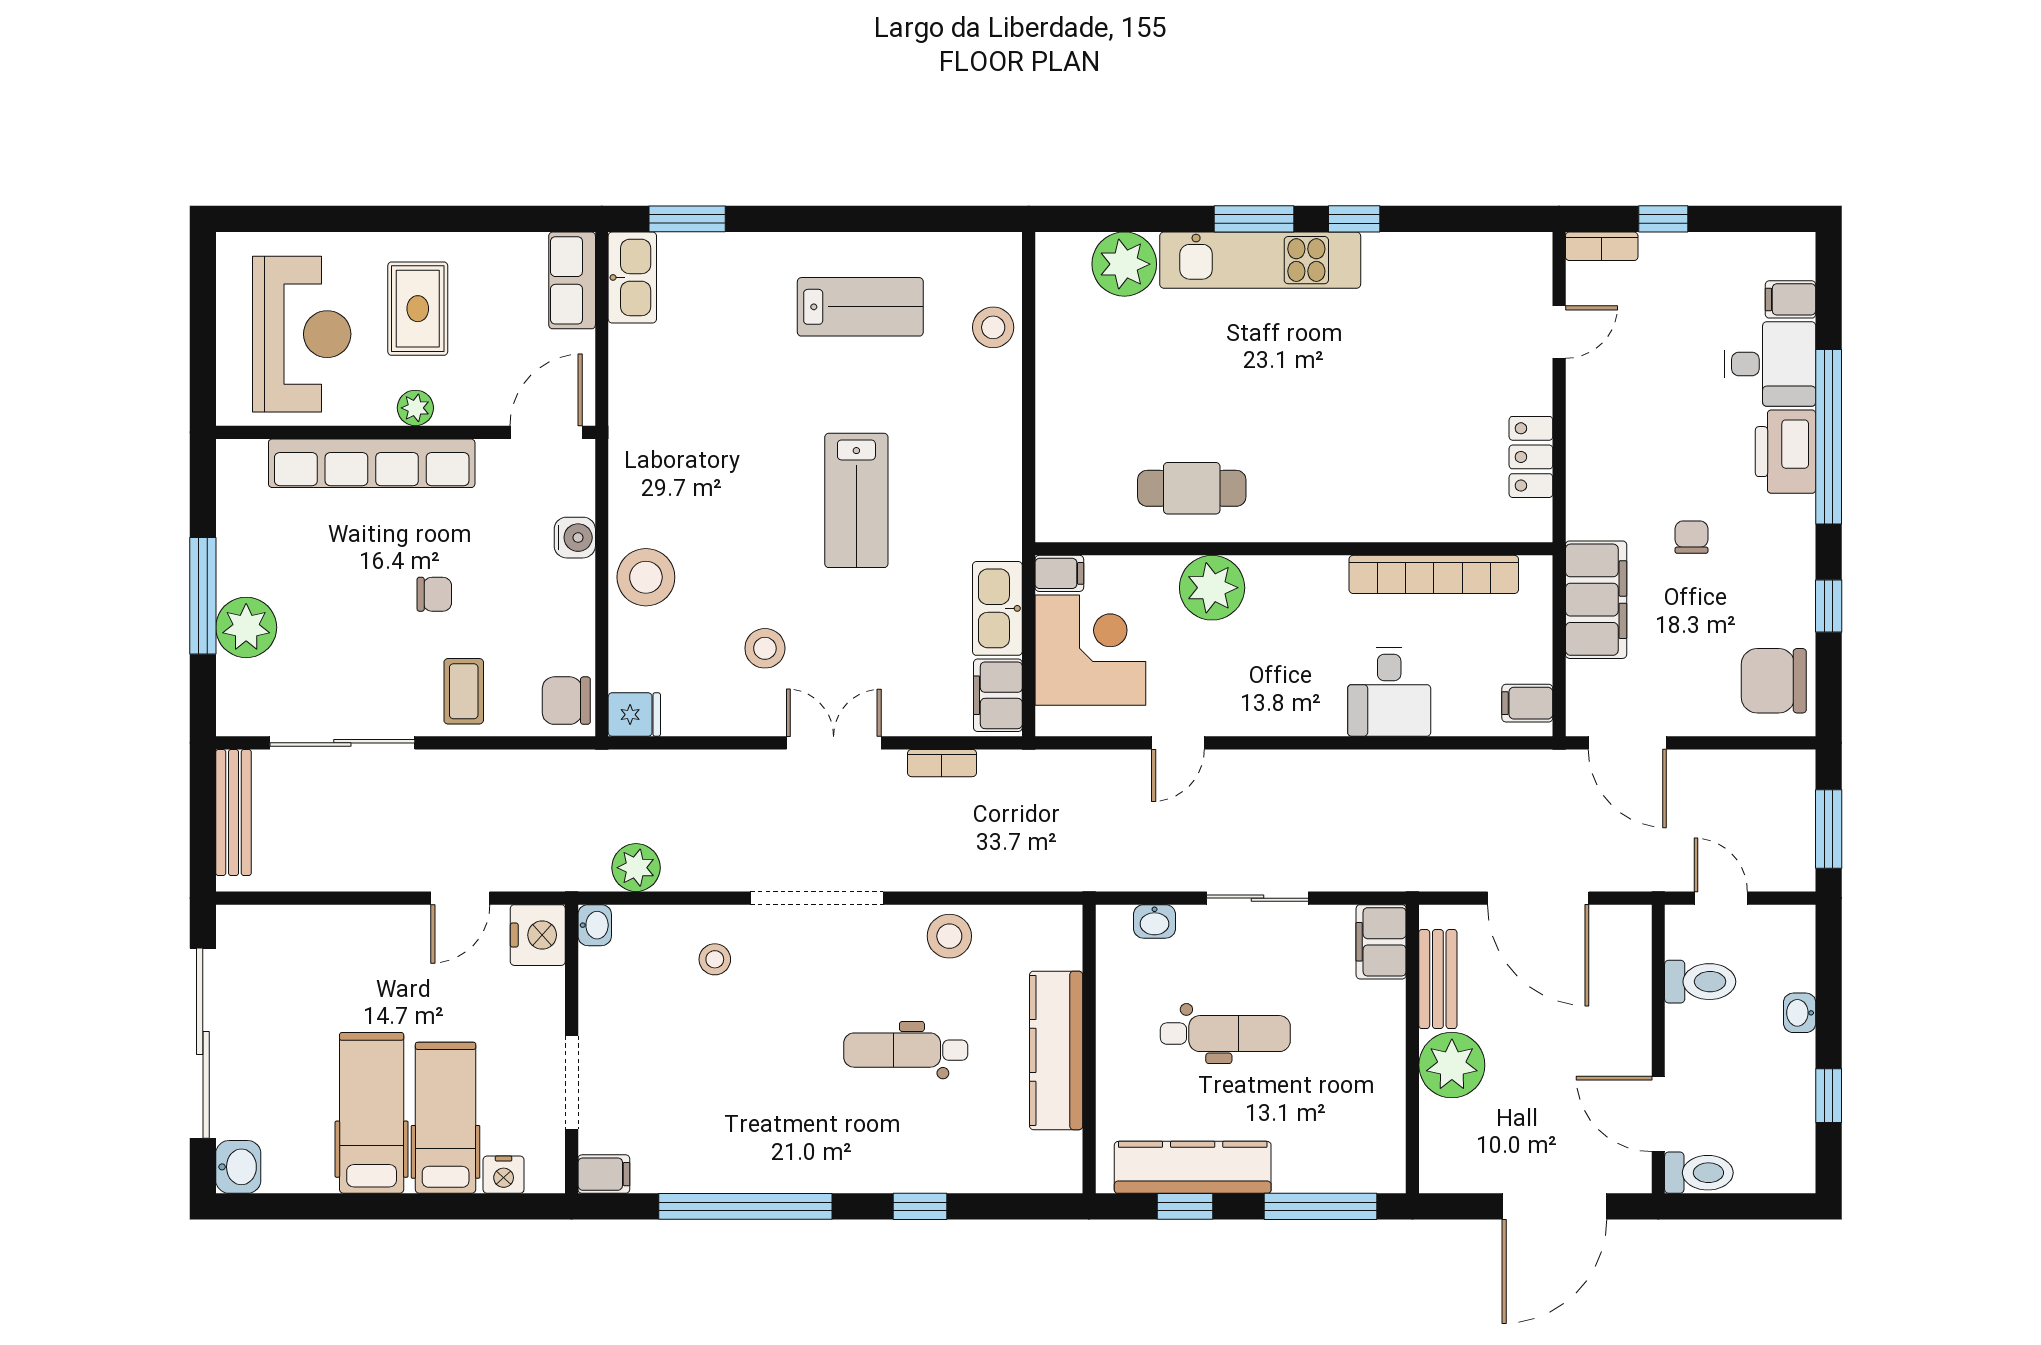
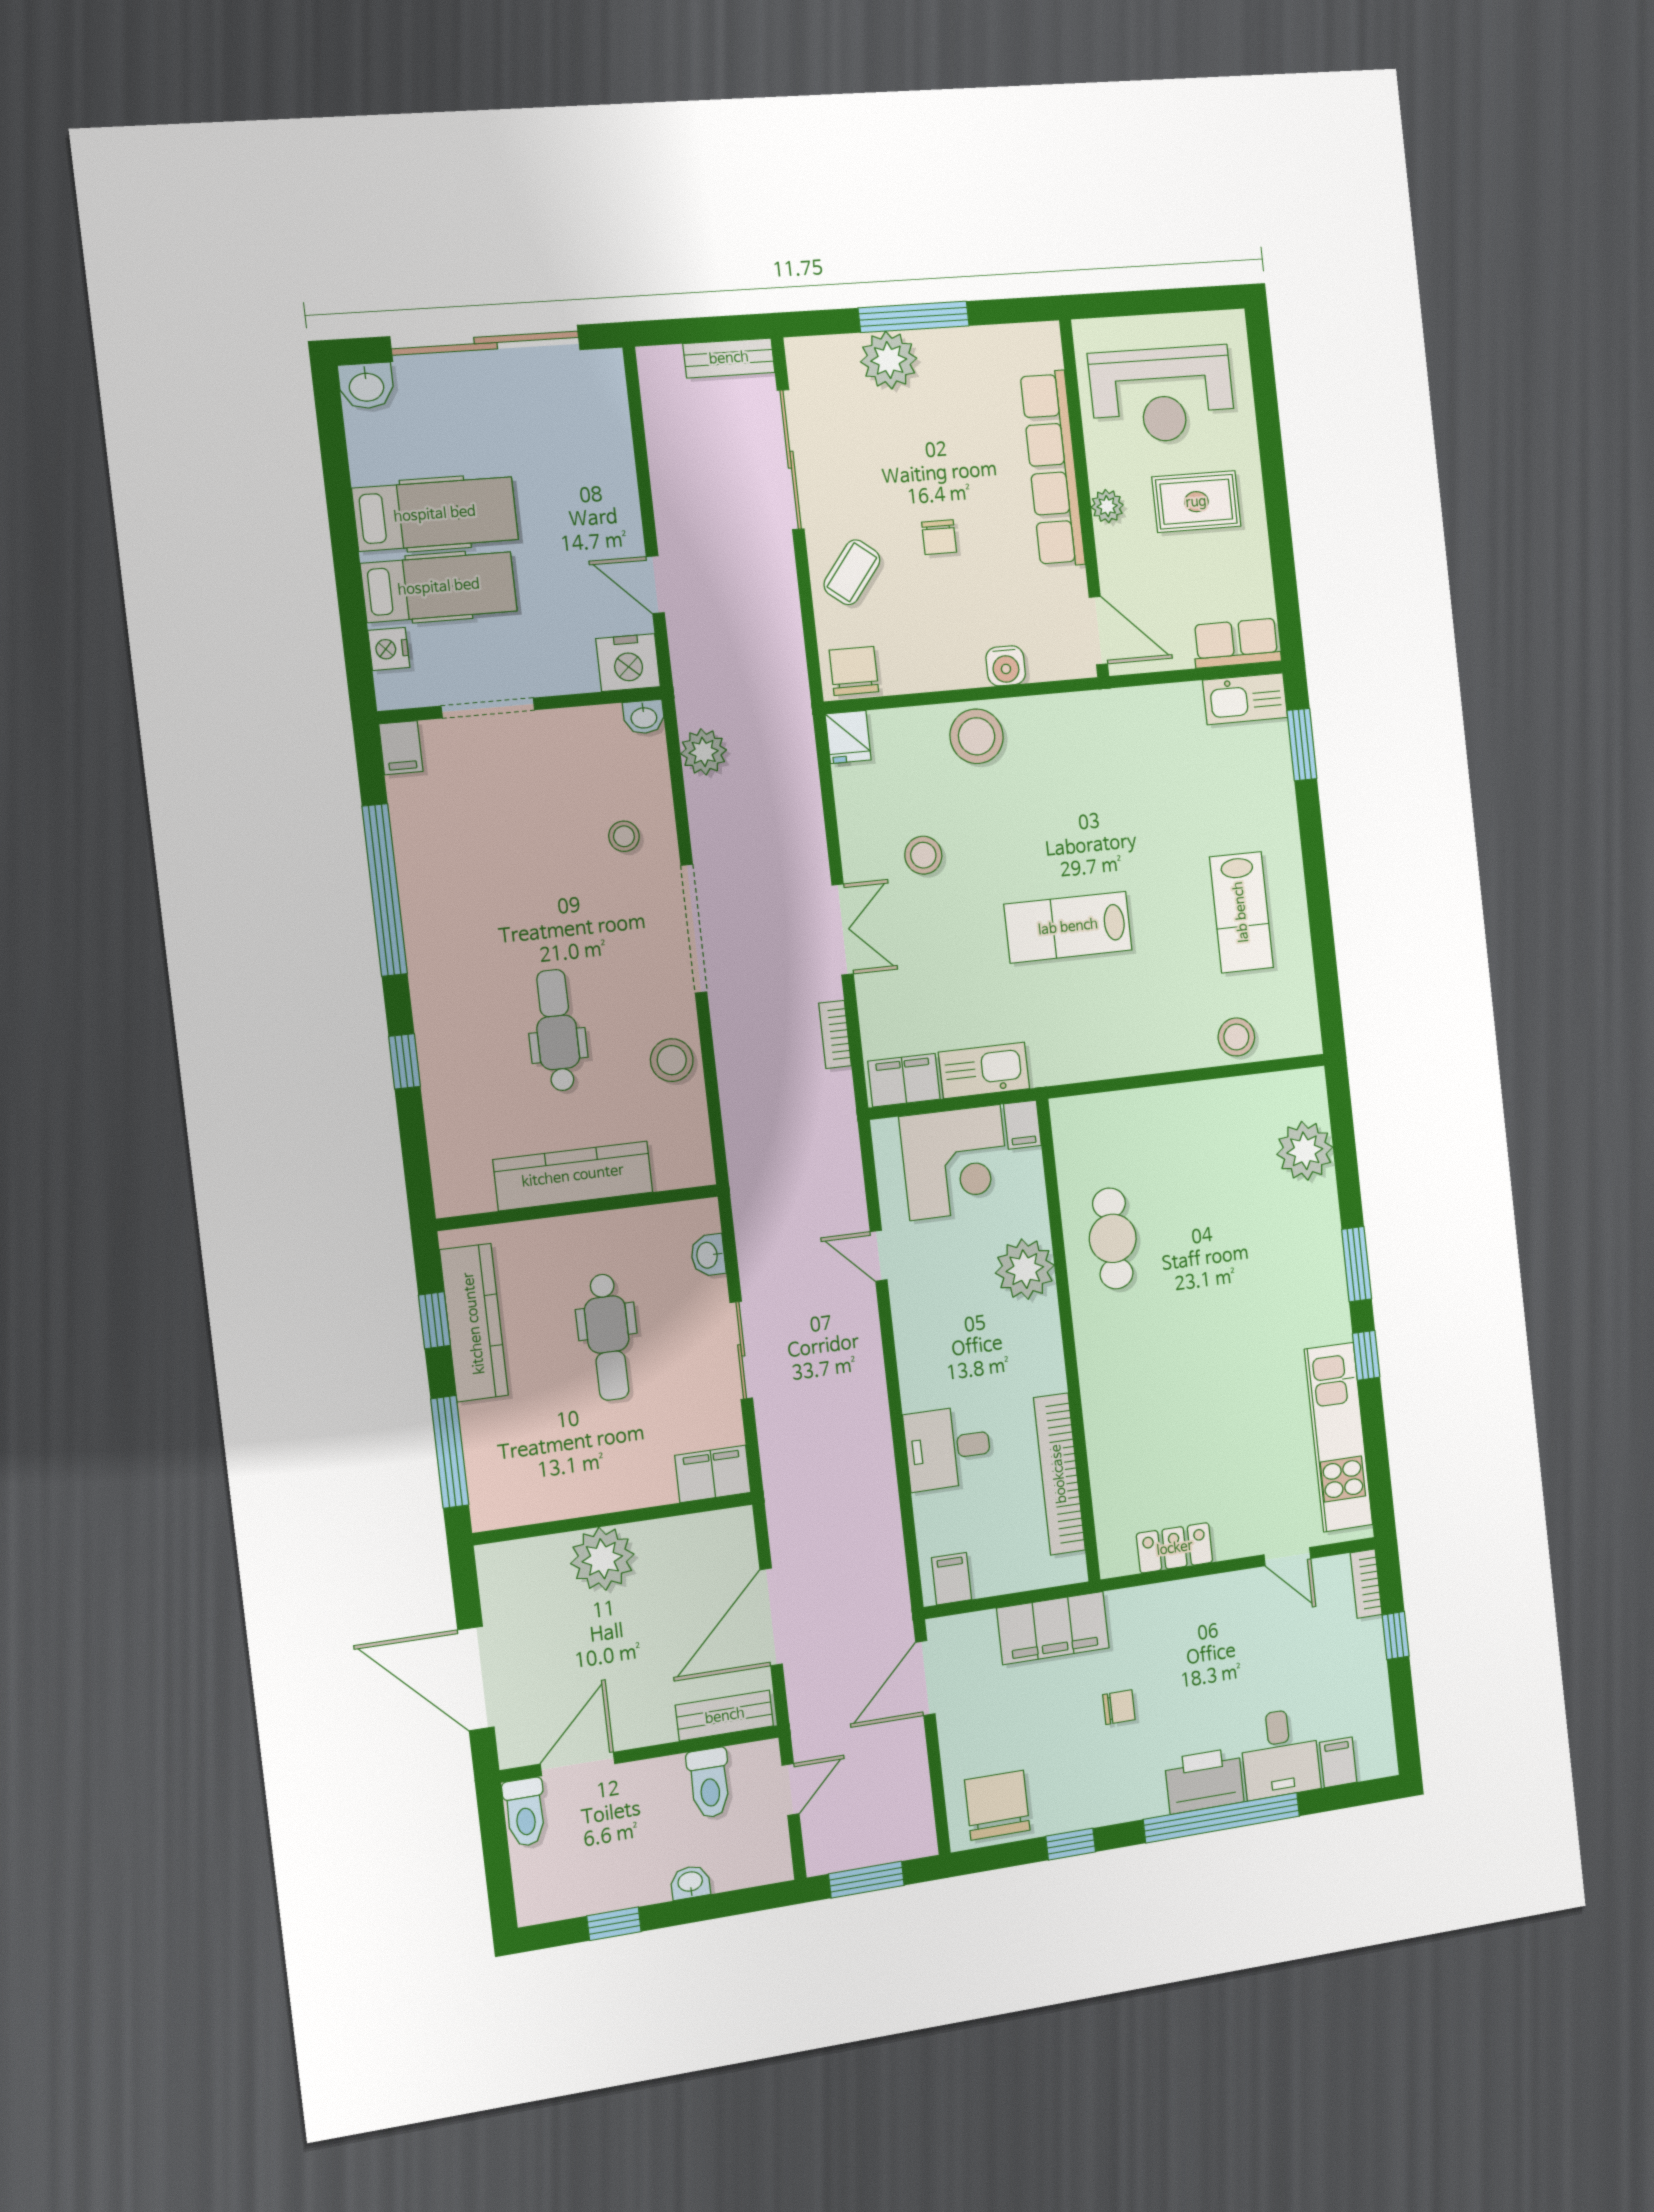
kitchen unit: (1260, 260) -> (1339, 1437), moved
coffee table: (464, 691) -> (852, 572), turned -52
bench: (233, 812) -> (729, 358), width x0.73
bench: (1438, 979) -> (725, 1716), moved

